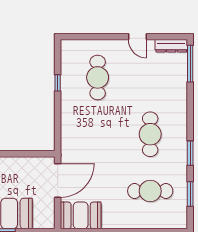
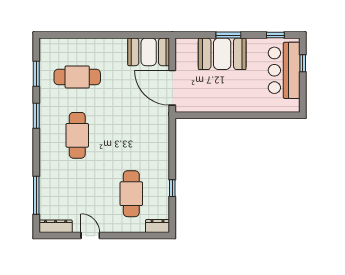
dresser: (72, 46) -> (158, 226), added
window: (190, 64) -> (36, 195), moved
door: (58, 180) -> (172, 88), hinge flipped

